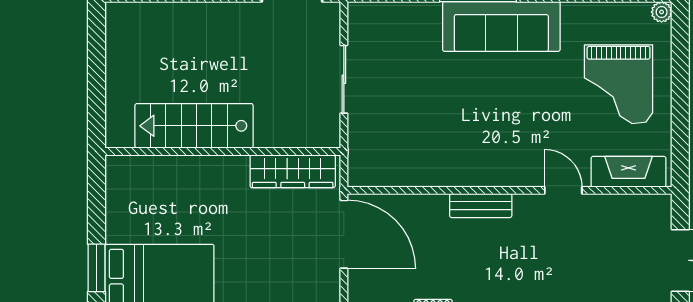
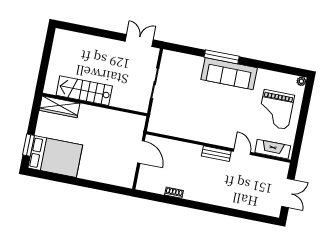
wardrobe: (293, 171) -> (60, 107), moved
bench: (481, 206) -> (216, 154), moved
door: (344, 234) -> (141, 152), width x0.73

